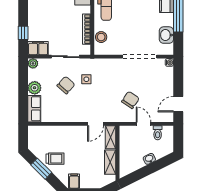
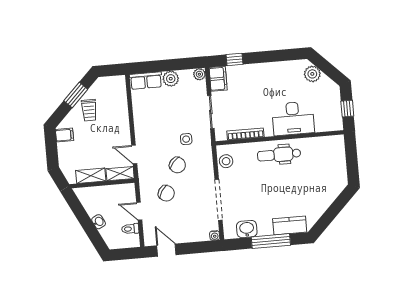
stool: (101, 37) -> (226, 161), moved
chair: (66, 85) -> (177, 165), moved
door: (144, 124) -> (139, 211), swing flipped

